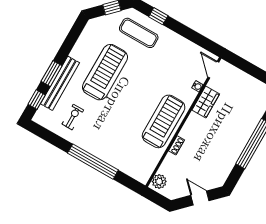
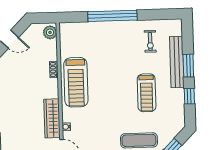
treadmill: (105, 72) -> (147, 93), width x0.73, depth x0.73
window: (37, 100) -> (189, 96), moved
wardrobe: (206, 102) -> (52, 118), width x1.50

